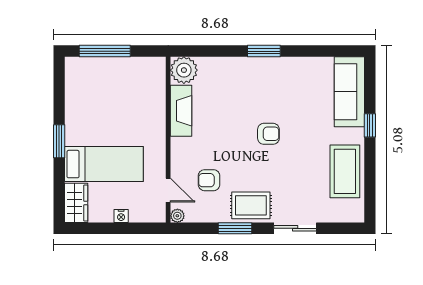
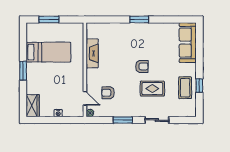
window: (105, 51) -> (49, 19), width x0.69
plant: (184, 70) -> (94, 30), removed
window: (370, 125) -> (199, 86), moved
bed: (104, 164) -> (48, 52), moved
coffee table: (345, 171) -> (185, 88), width x0.73, depth x0.76
rug: (251, 205) -> (152, 89), moved

